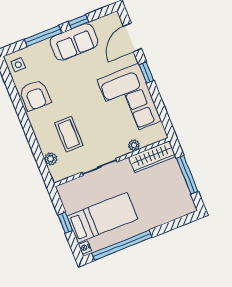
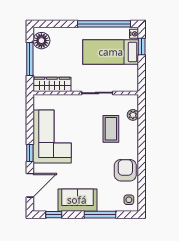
window: (78, 22) -> (54, 215), moved
plant: (134, 145) -> (63, 99), removed
floor lamp: (183, 200) -> (41, 41), added
window: (65, 223) -> (142, 47), moved

